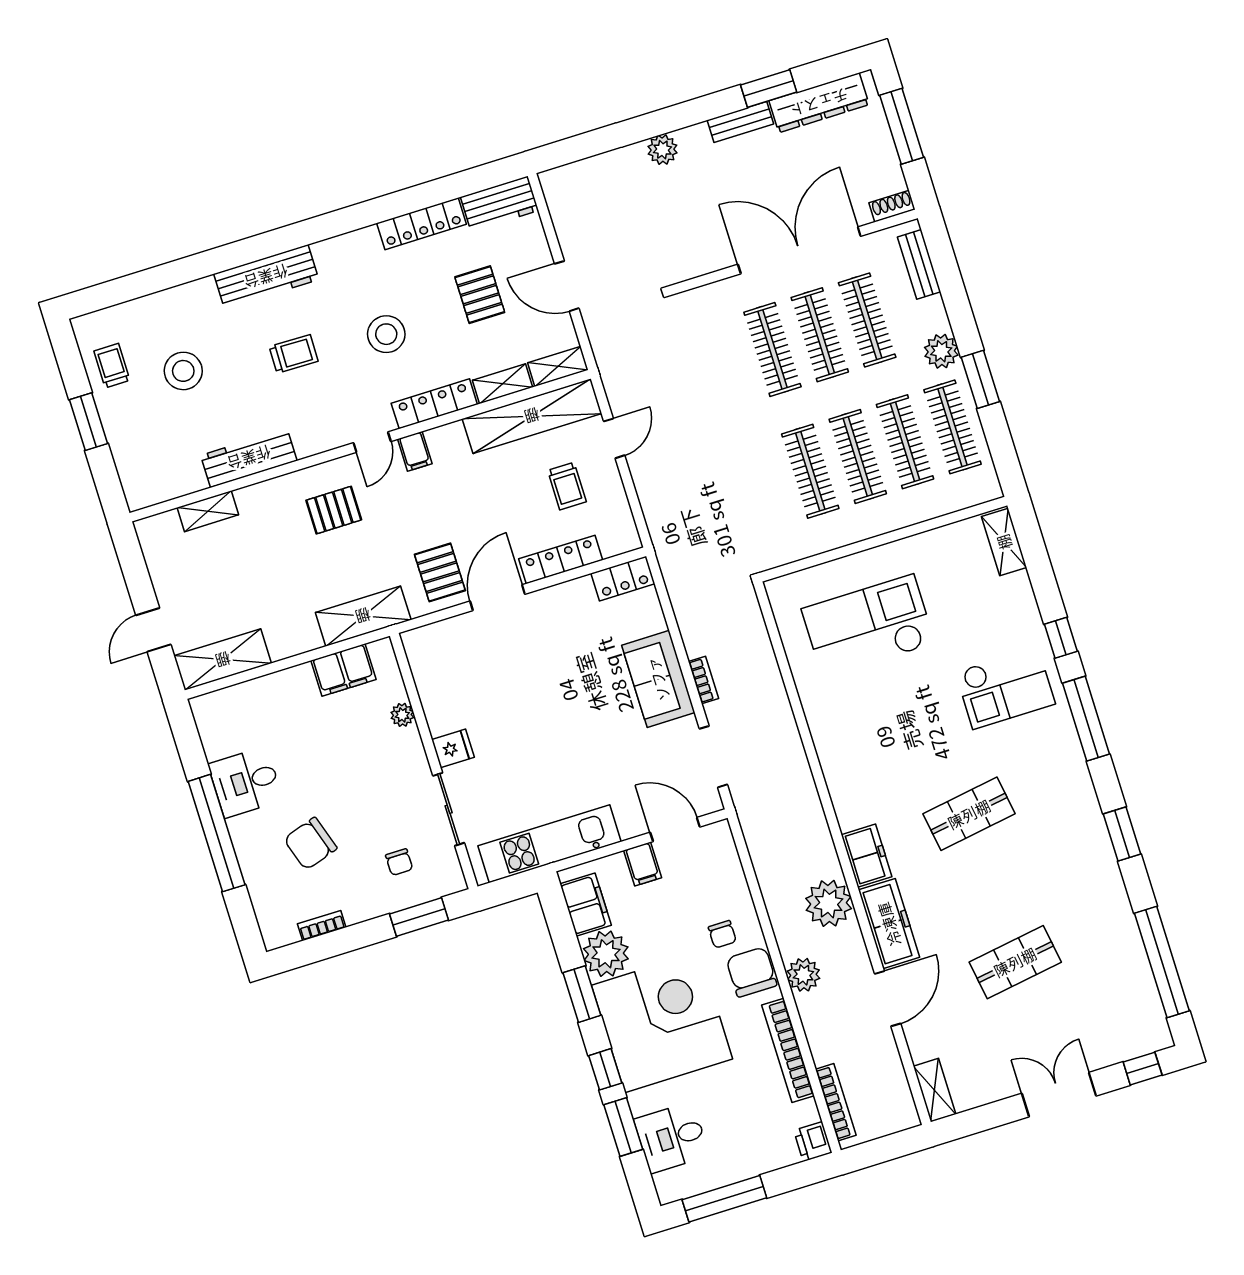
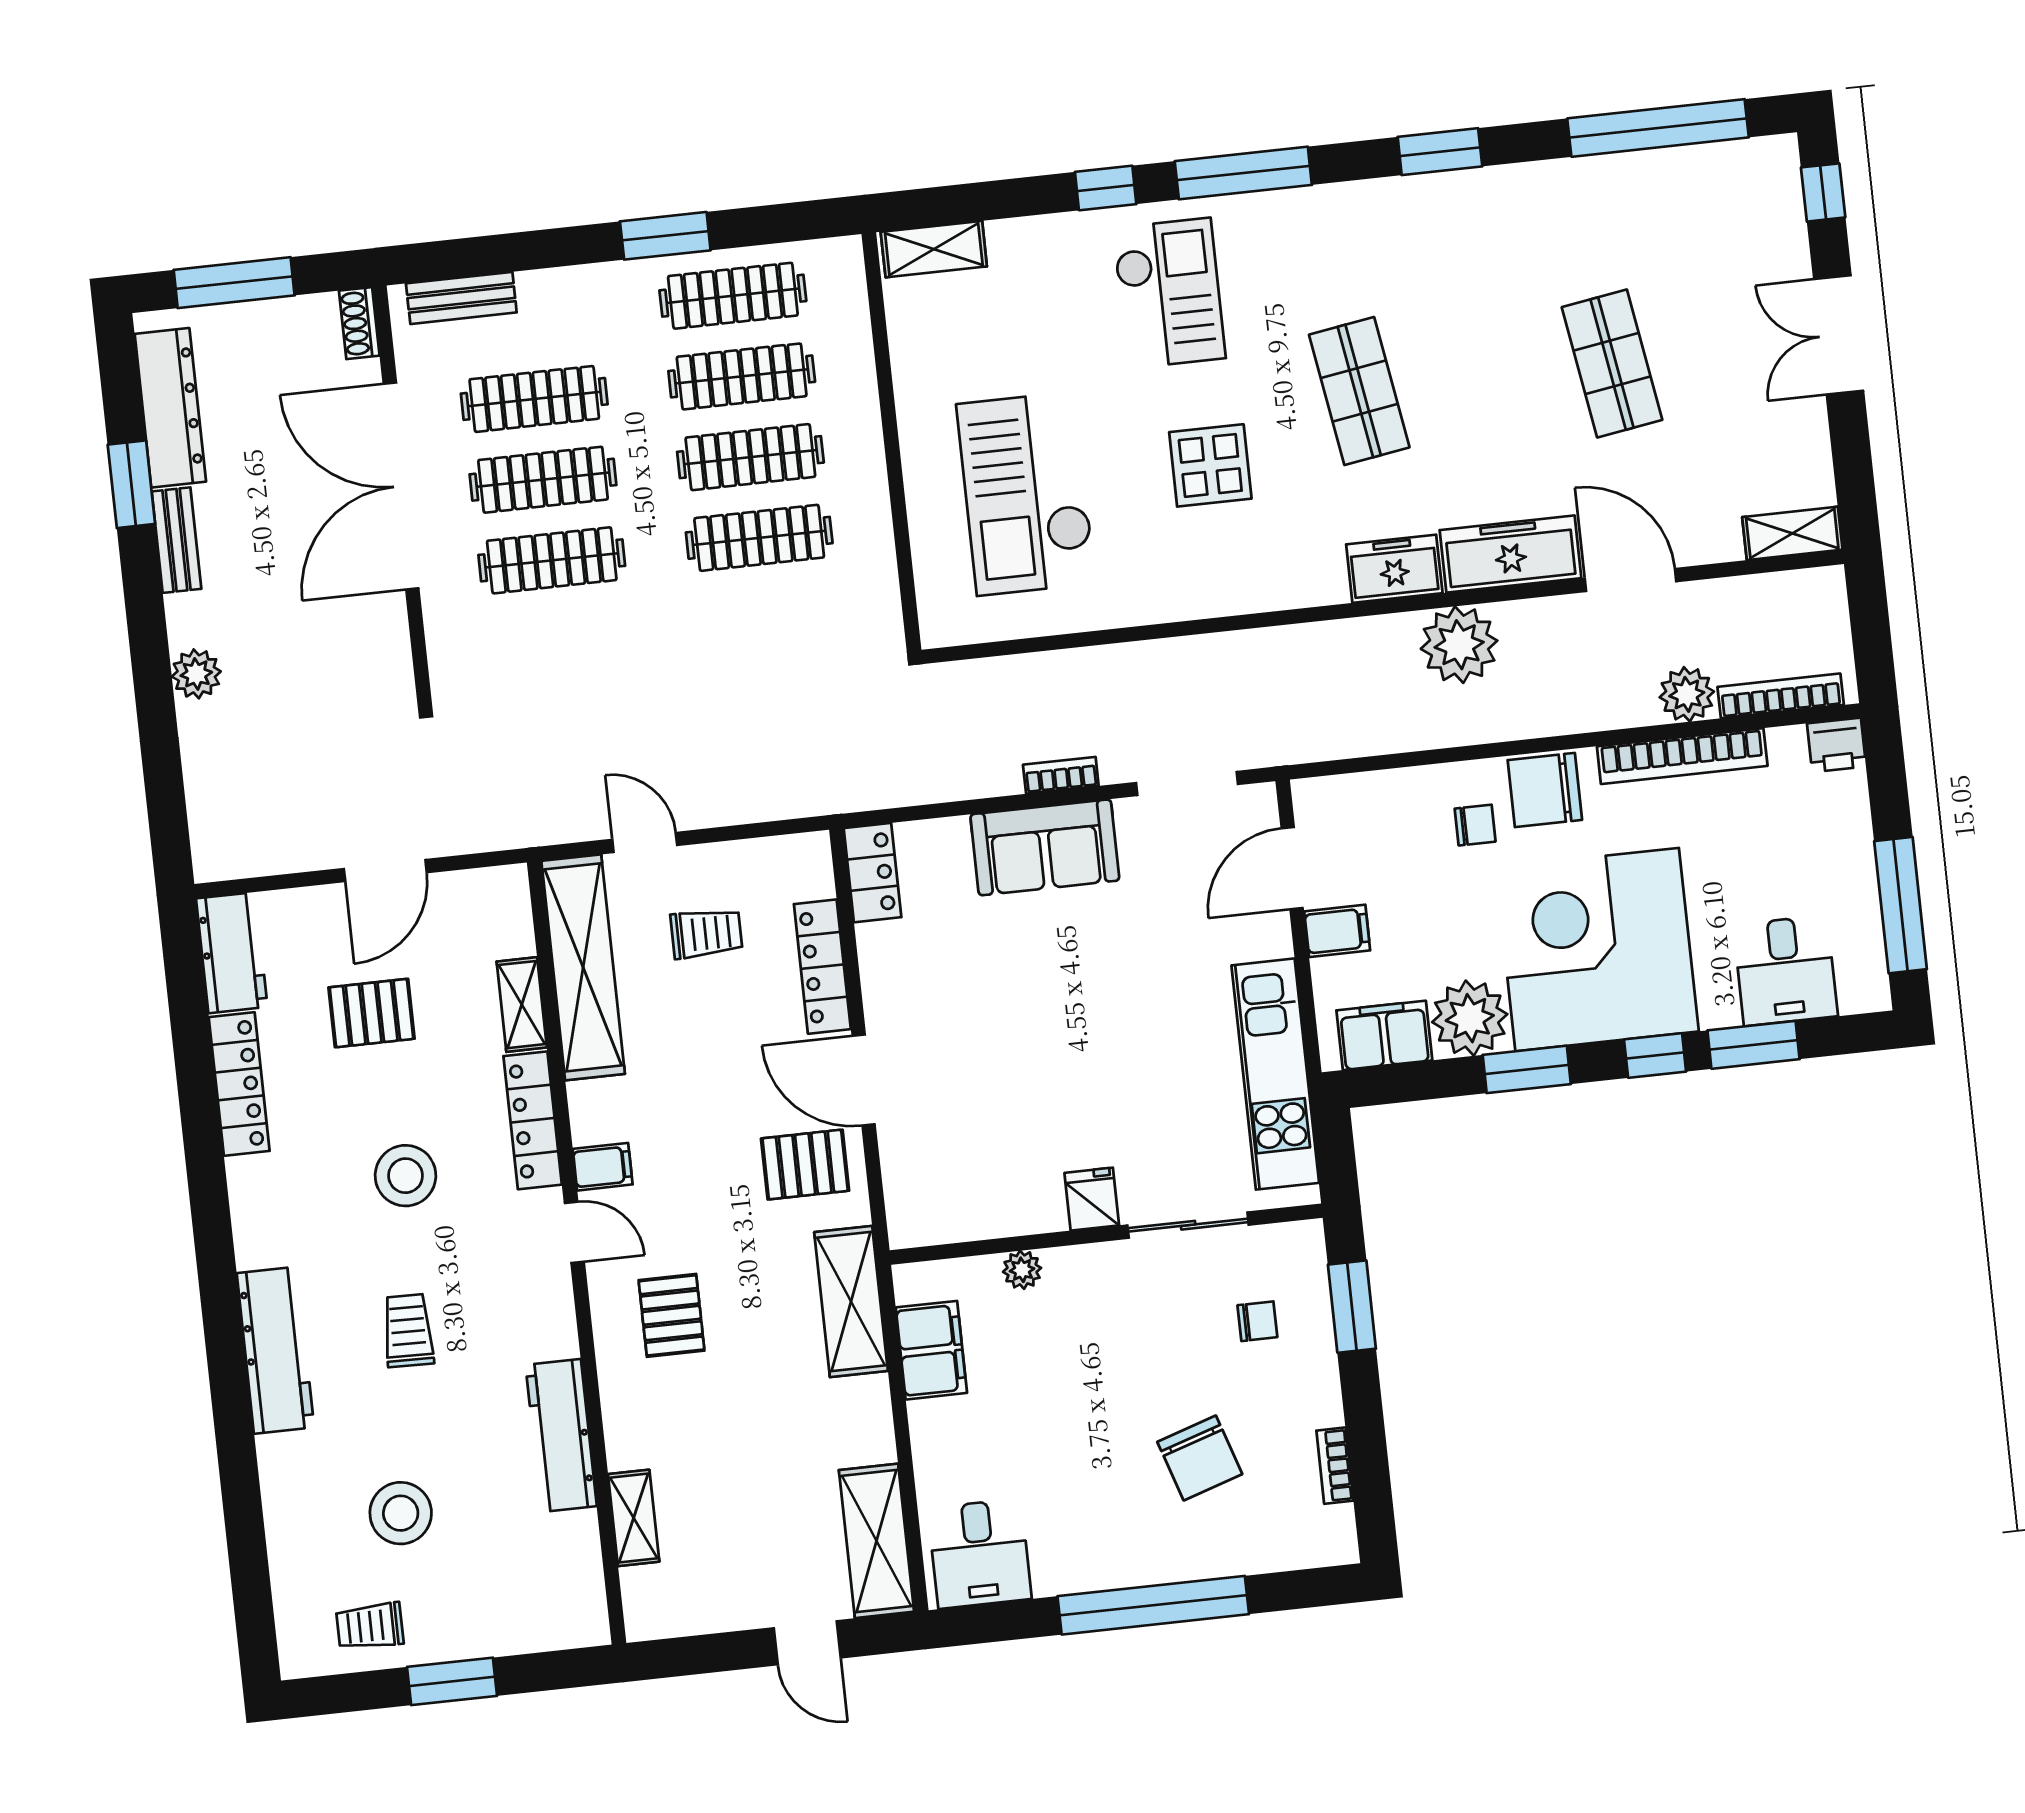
plant: (941, 351) -> (608, 290), removed
shelving: (558, 366) -> (511, 910), removed
display table: (907, 733) -> (1210, 465), added
desk: (246, 782) -> (980, 1554), moved
plant: (803, 975) -> (1687, 694), moved

